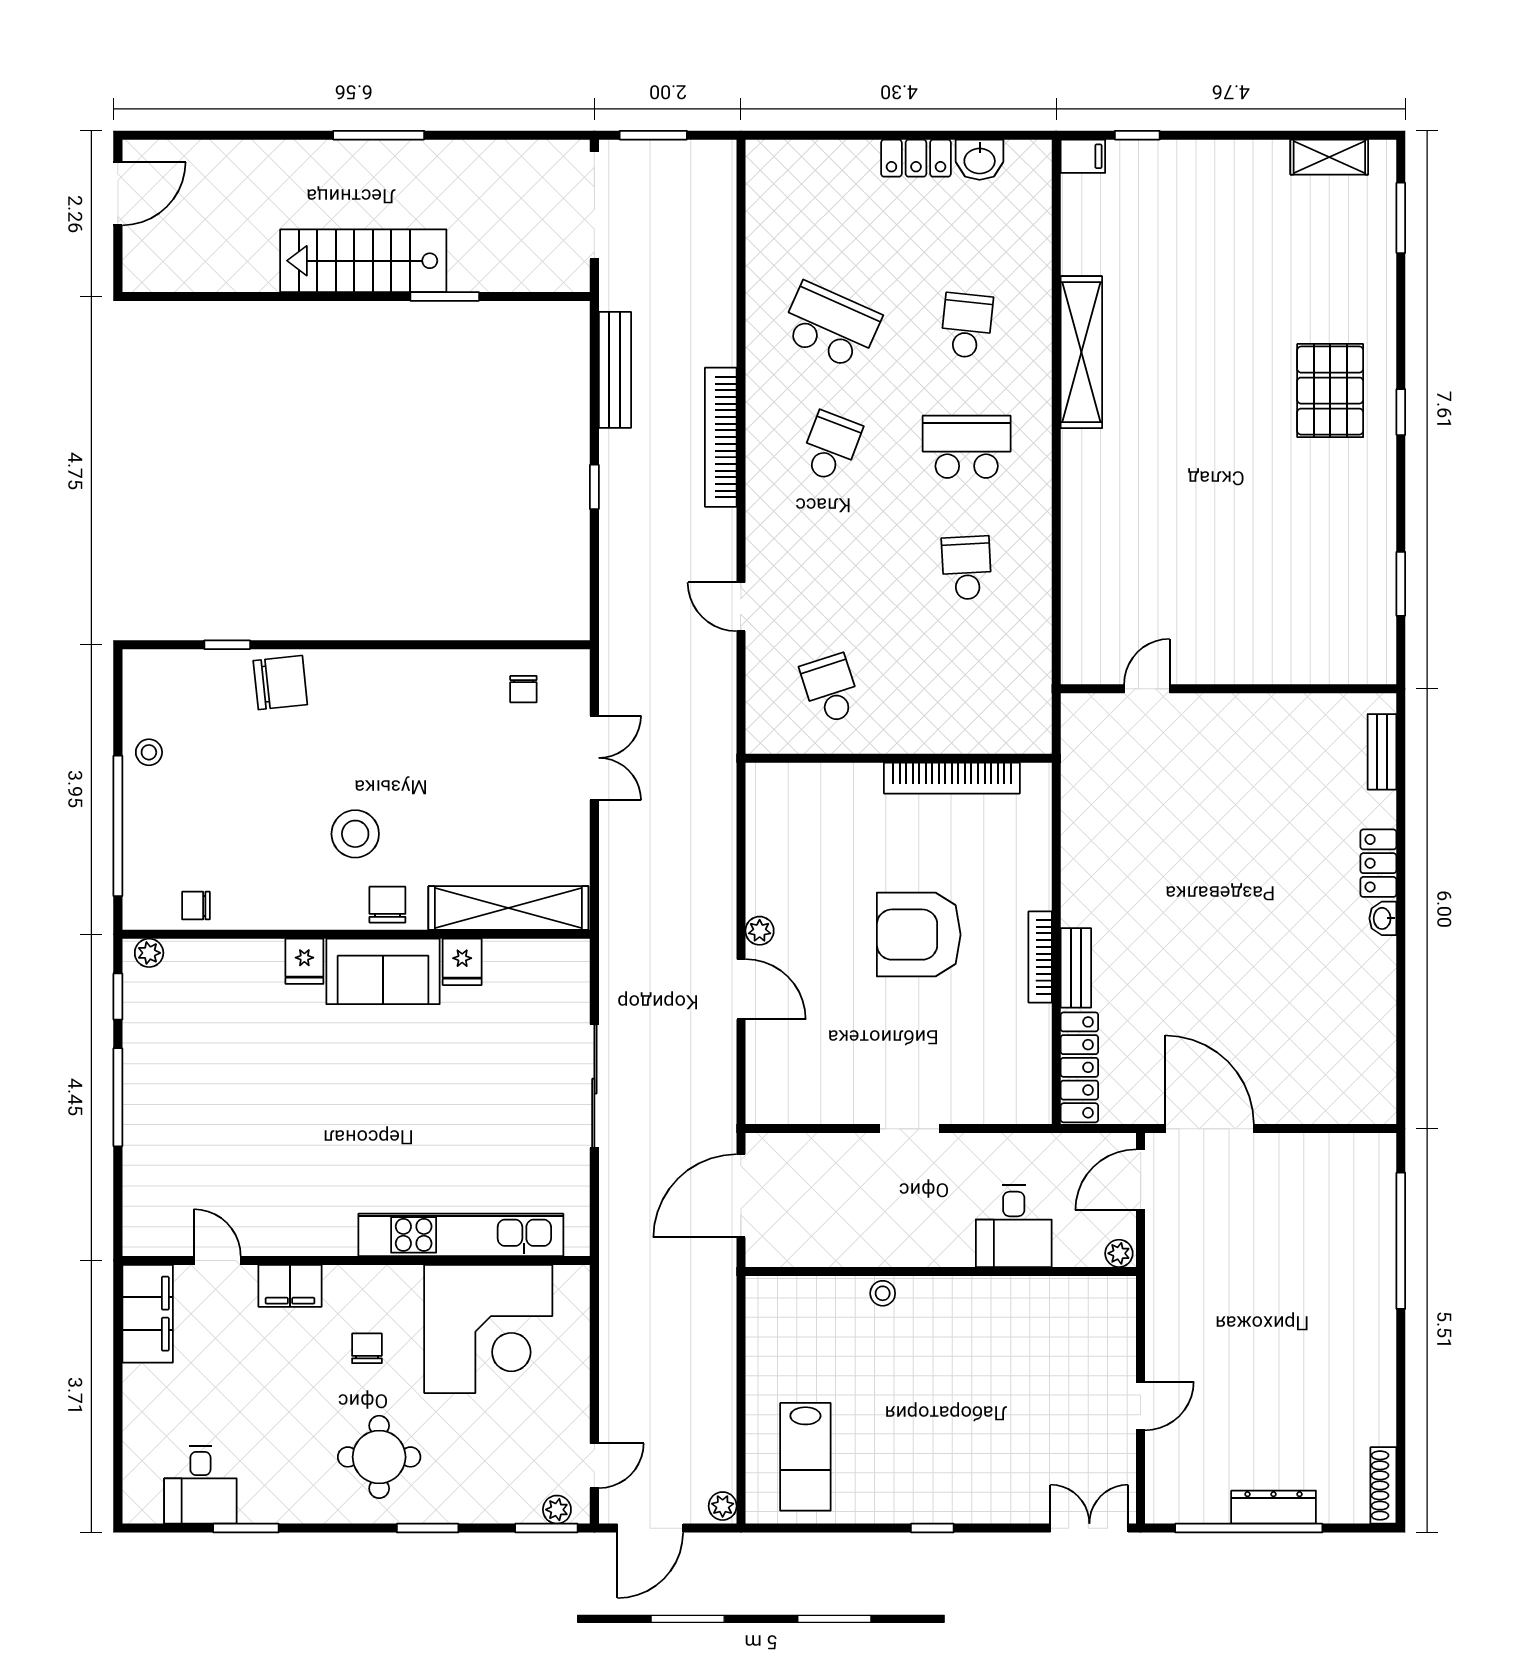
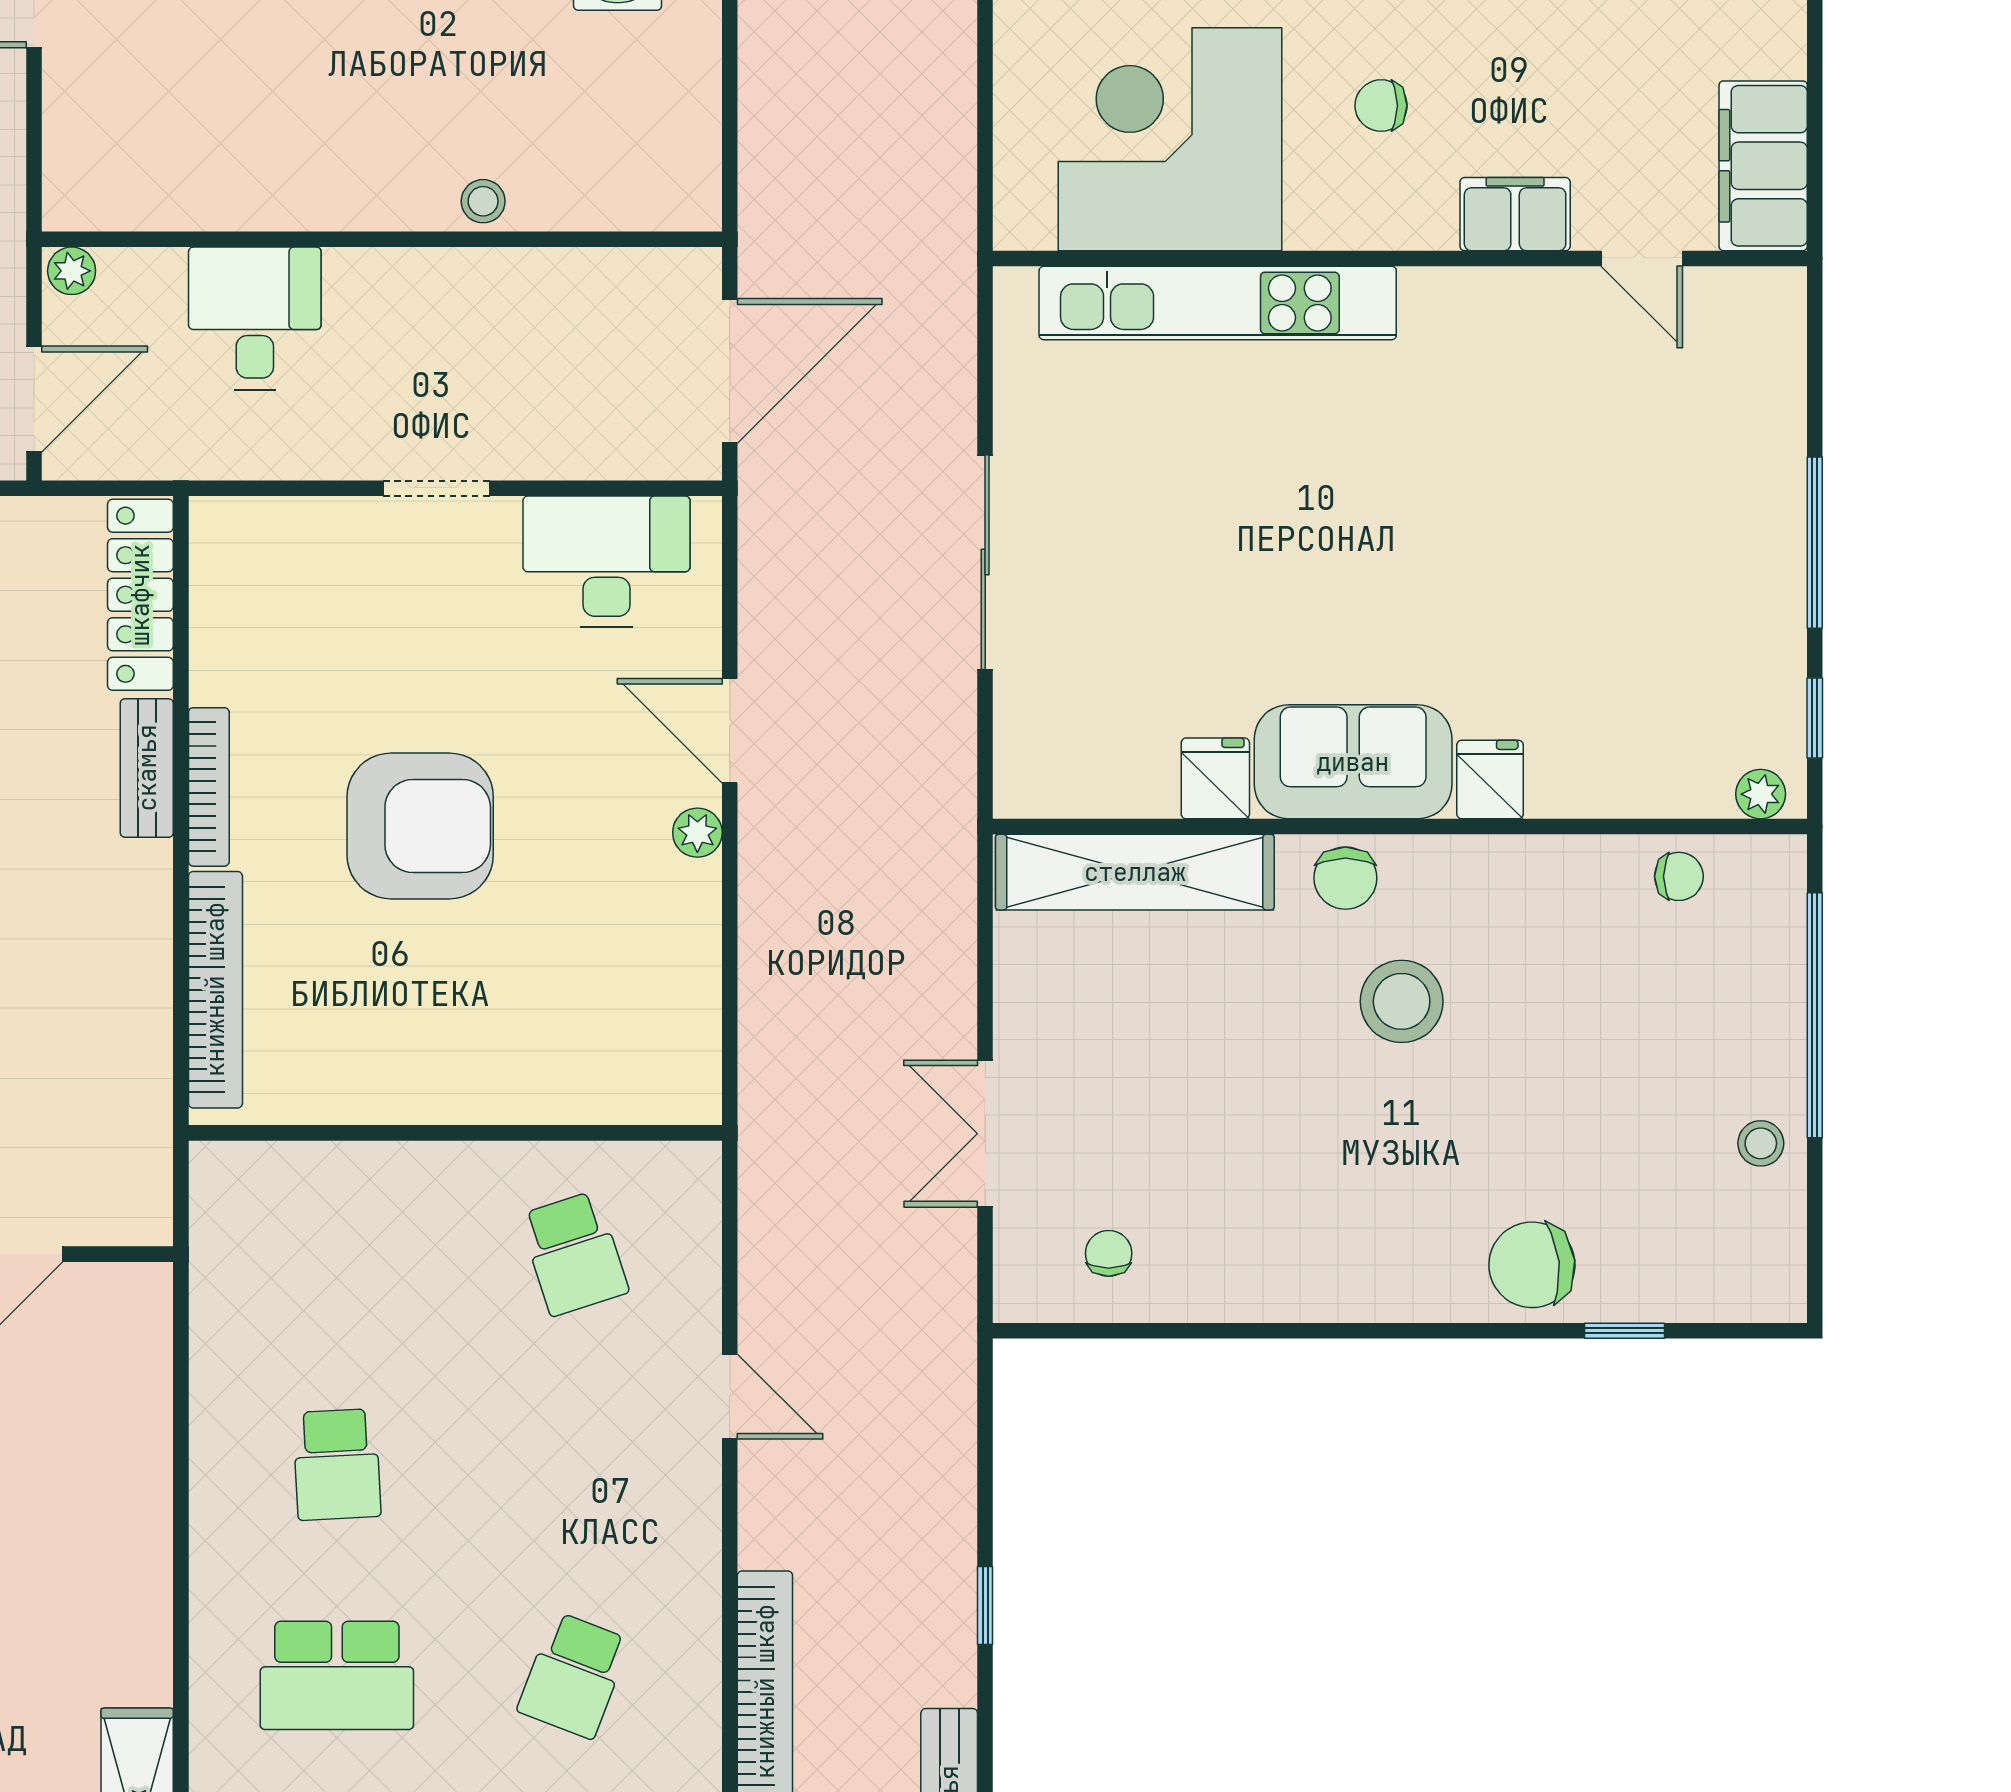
bookcase: (952, 778) -> (215, 990), moved, turned 90
desk: (812, 1086) -> (606, 561), added
chair: (367, 1348) -> (1381, 106), turned 90

